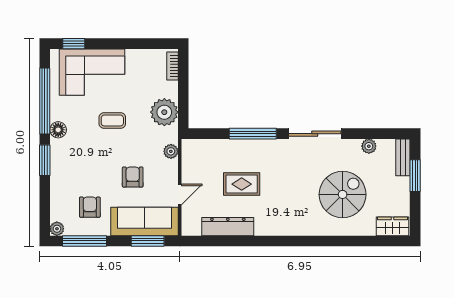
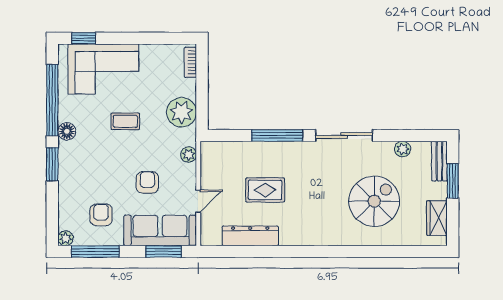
wardrobe: (392, 226) -> (437, 218), moved, turned -90

